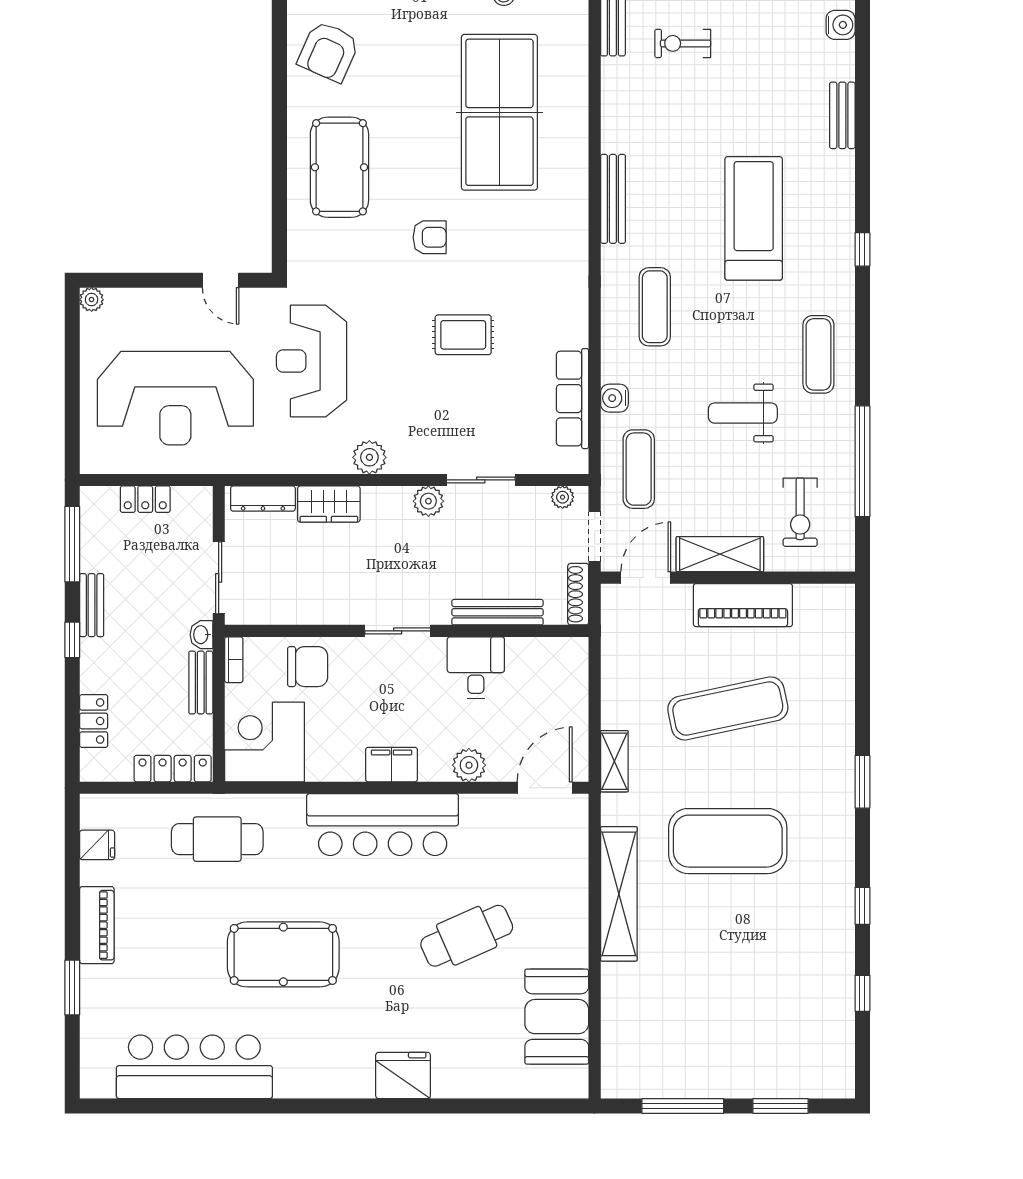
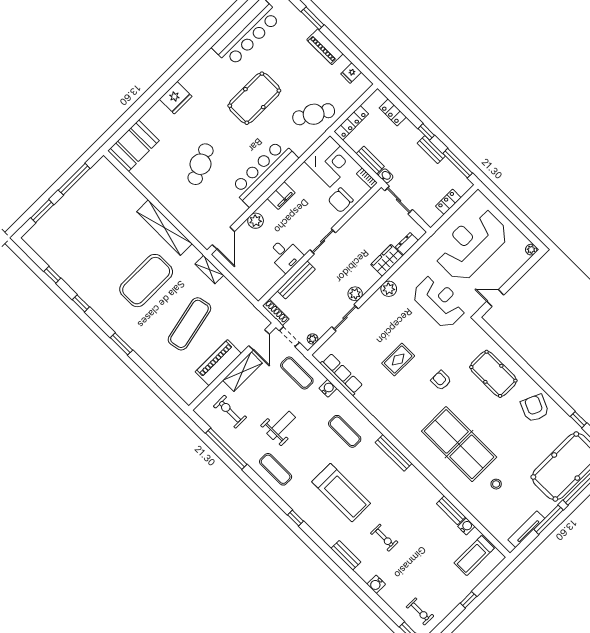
exercise bike: (683, 43) -> (384, 538), moved, turned 90
armchair: (430, 237) -> (441, 380), turned 90
dresser: (263, 499) -> (407, 244), width x0.70
cafe table: (217, 839) -> (314, 114), turned 31
booth: (557, 1017) -> (133, 146), moved, turned 90

